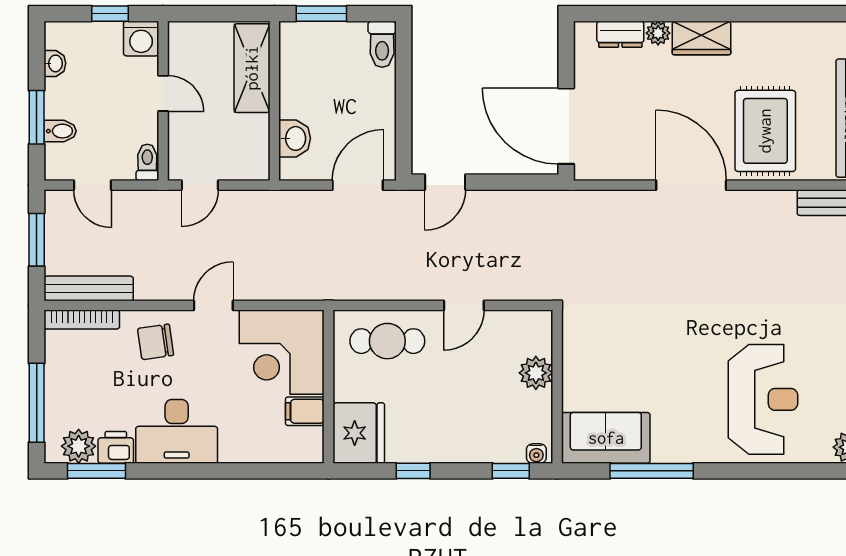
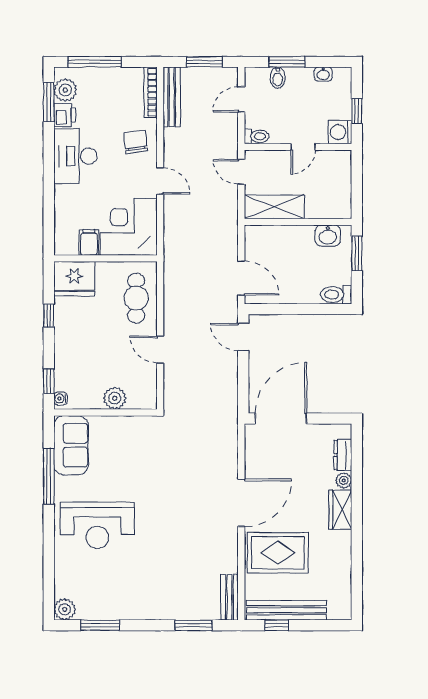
shelving: (252, 68) -> (274, 207), moved
washbasin: (295, 138) -> (328, 236), moved
reception desk: (763, 399) -> (97, 525), moved

